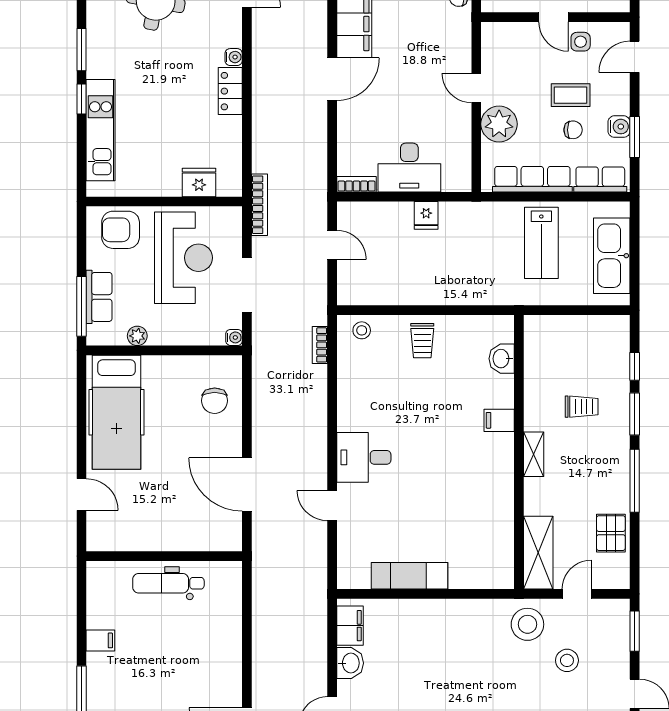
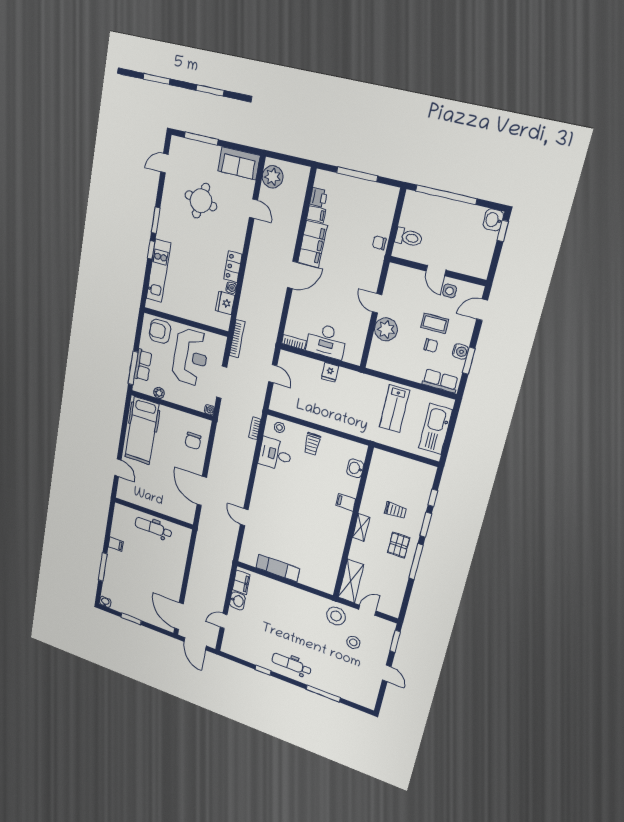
water cooler: (234, 57) -> (231, 288), moved
row of seats: (532, 179) -> (398, 369), removed
fridge: (199, 182) -> (225, 303), moved, turned -90
desk: (364, 457) -> (275, 454), moved
pallet: (611, 533) -> (399, 545), moved

